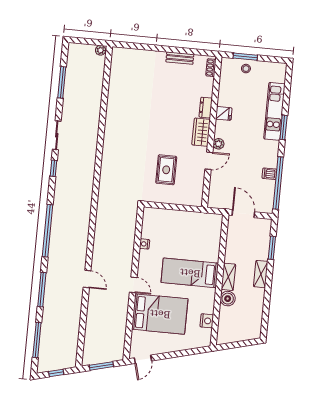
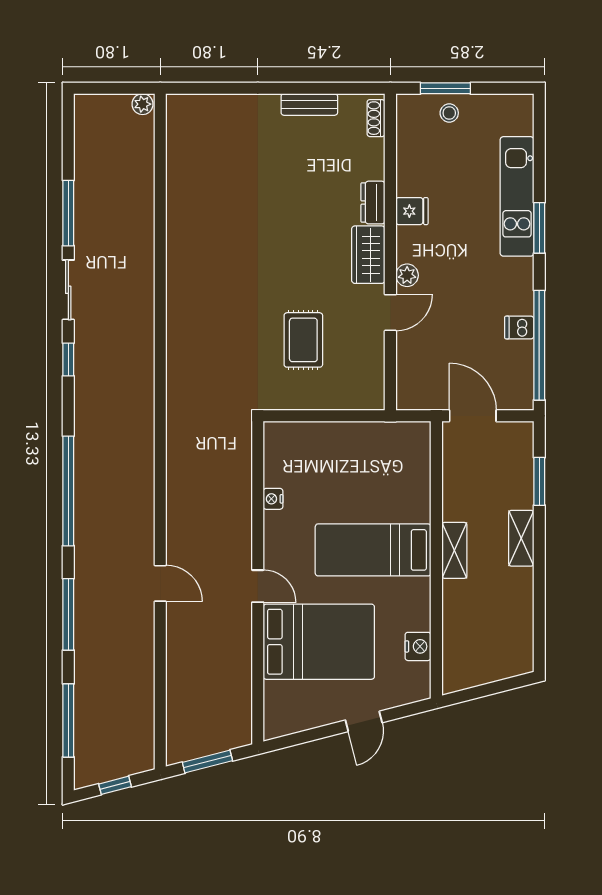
window: (62, 82) -> (68, 213), moved
boiler: (228, 299) -> (457, 596), removed
door: (143, 359) -> (364, 721), moved

